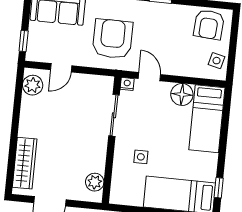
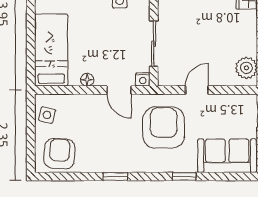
armchair: (113, 39) -> (164, 127), turned 180
door: (61, 68) -> (197, 90), moved
floor lamp: (182, 94) -> (87, 80), width x0.53, depth x0.53

